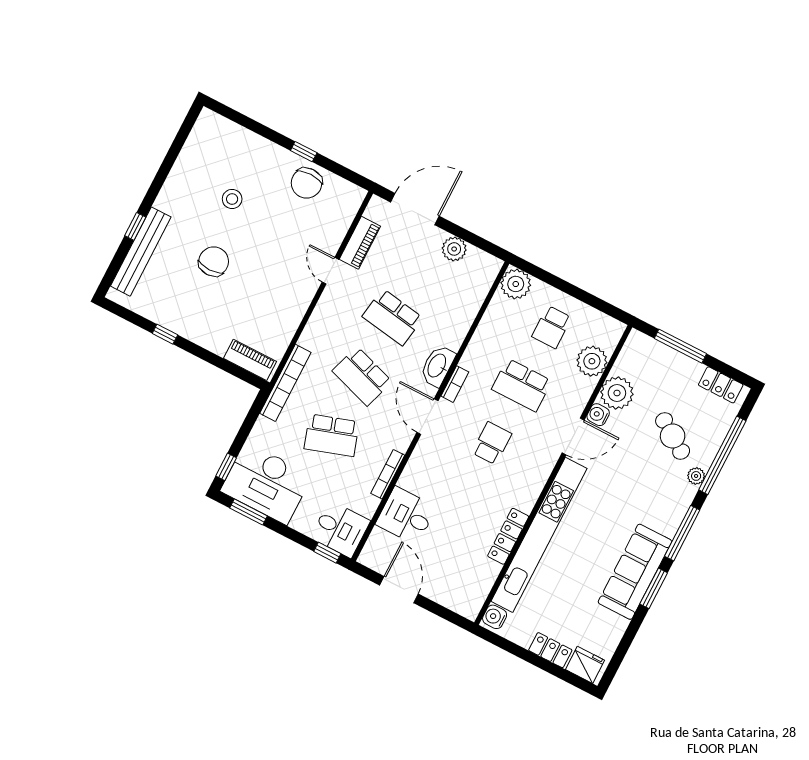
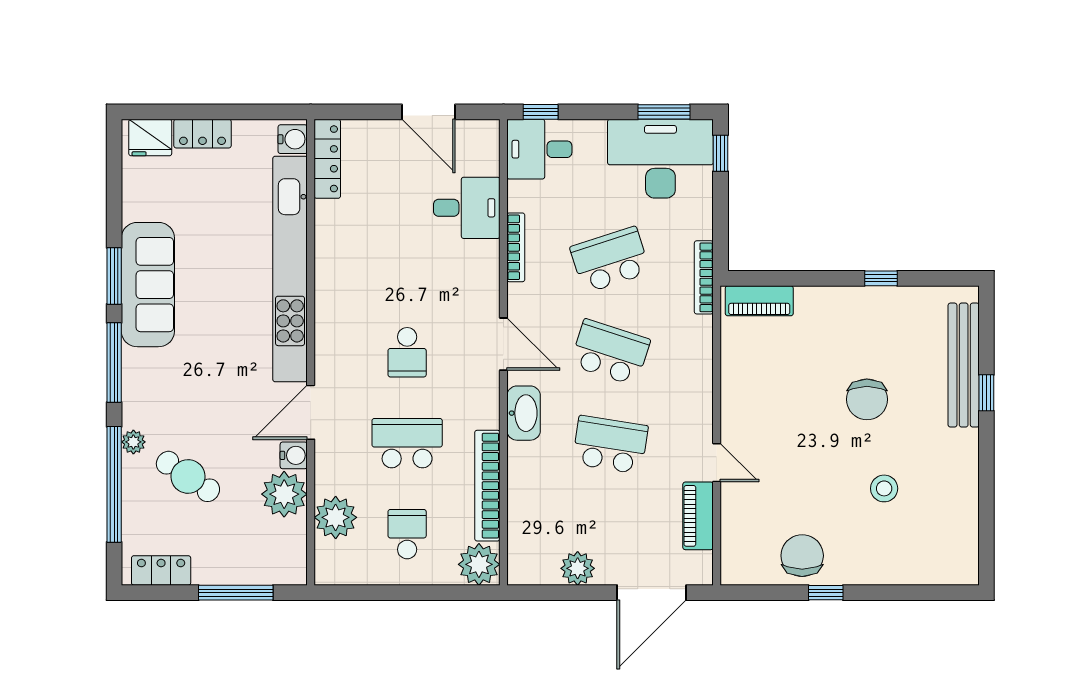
bookcase: (285, 383) -> (704, 277), width x0.68, depth x0.76
bookcase: (455, 384) -> (487, 486), moved, width x2.31, depth x1.31
locker: (508, 536) -> (327, 159), moved

